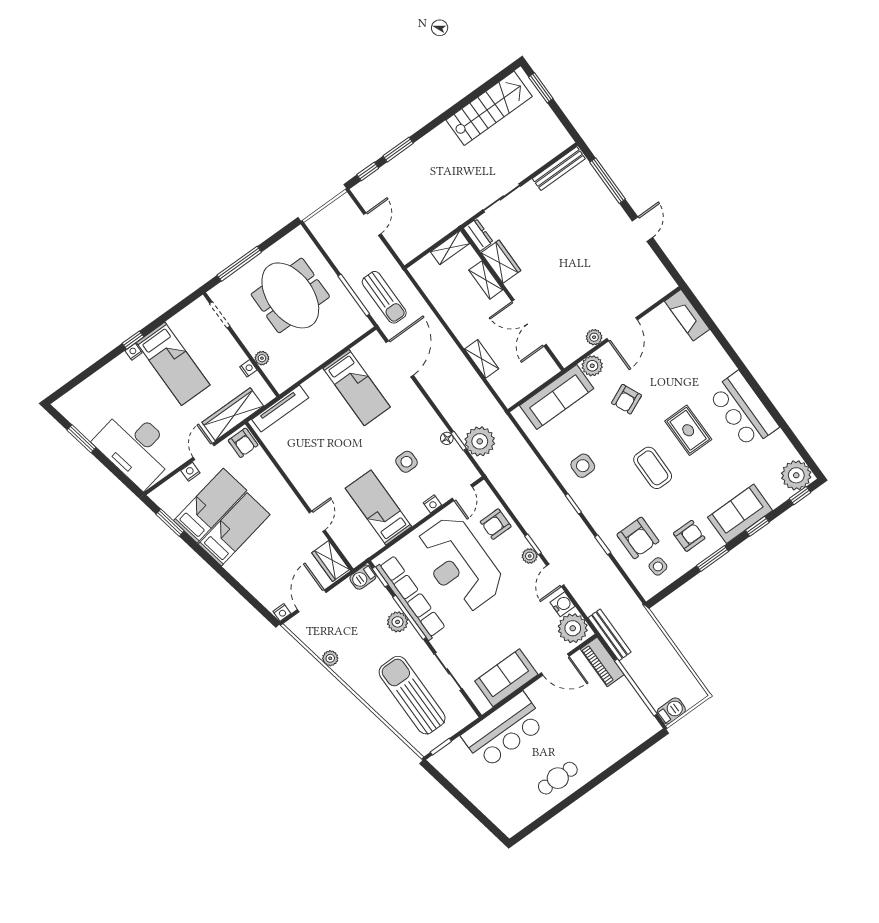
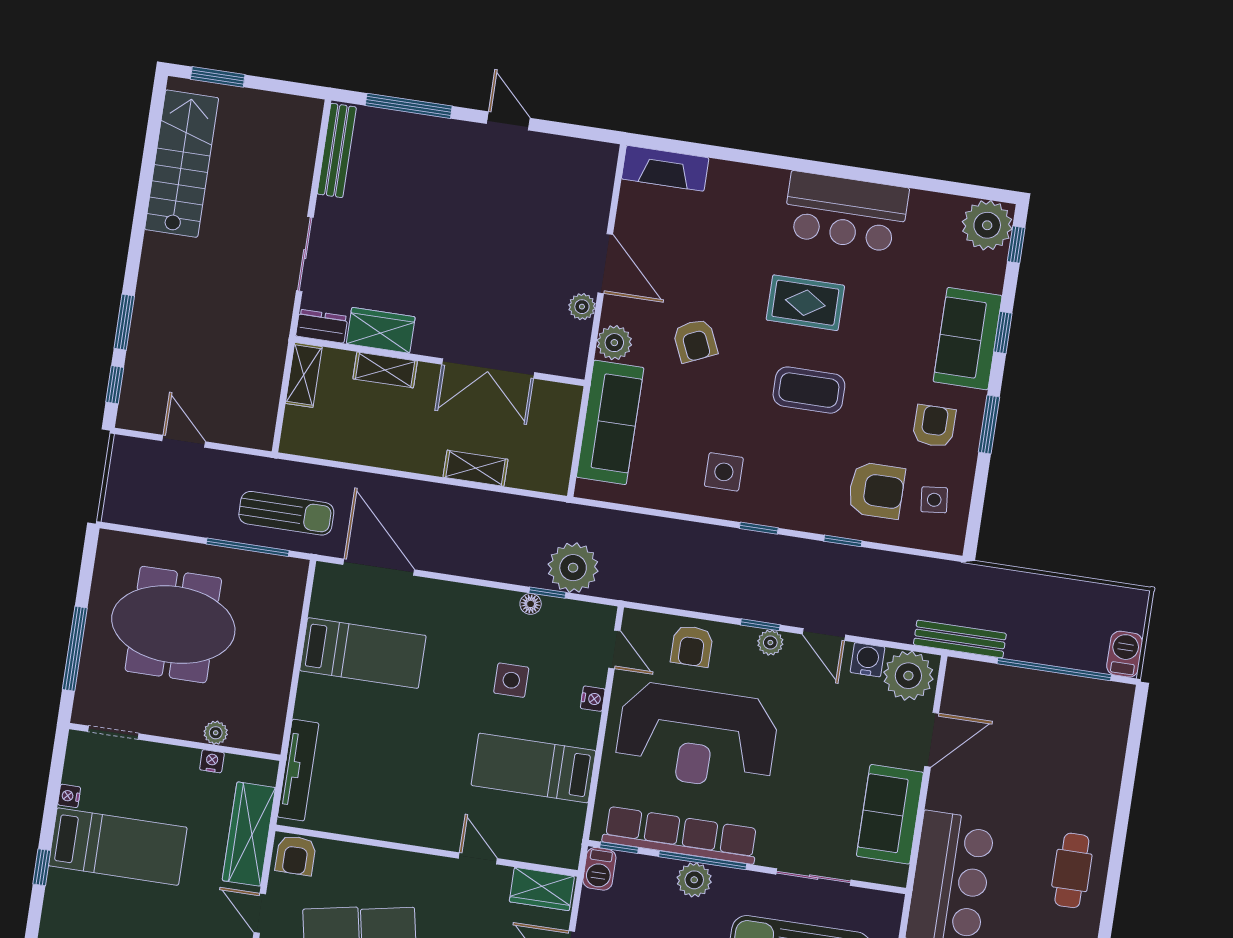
nightstand: (133, 352) -> (69, 796), moved
armchair: (243, 443) -> (296, 855), turned 90
piano: (602, 662) -> (984, 680), removed

